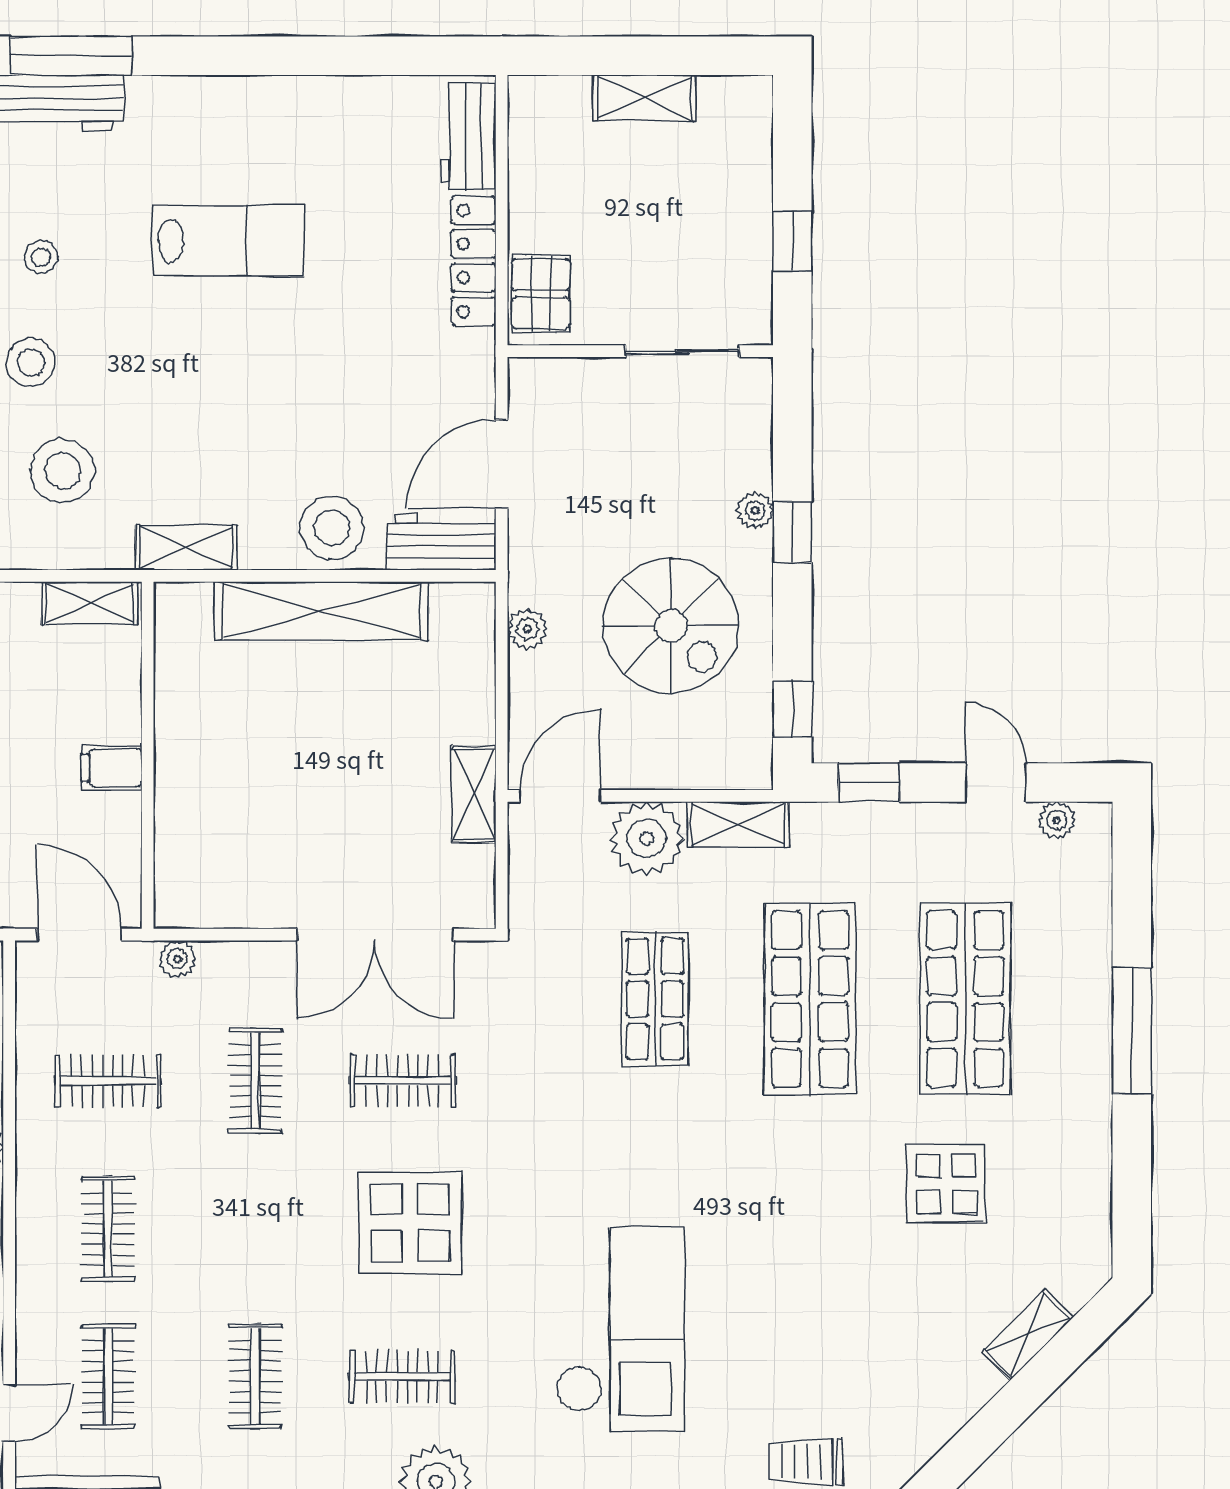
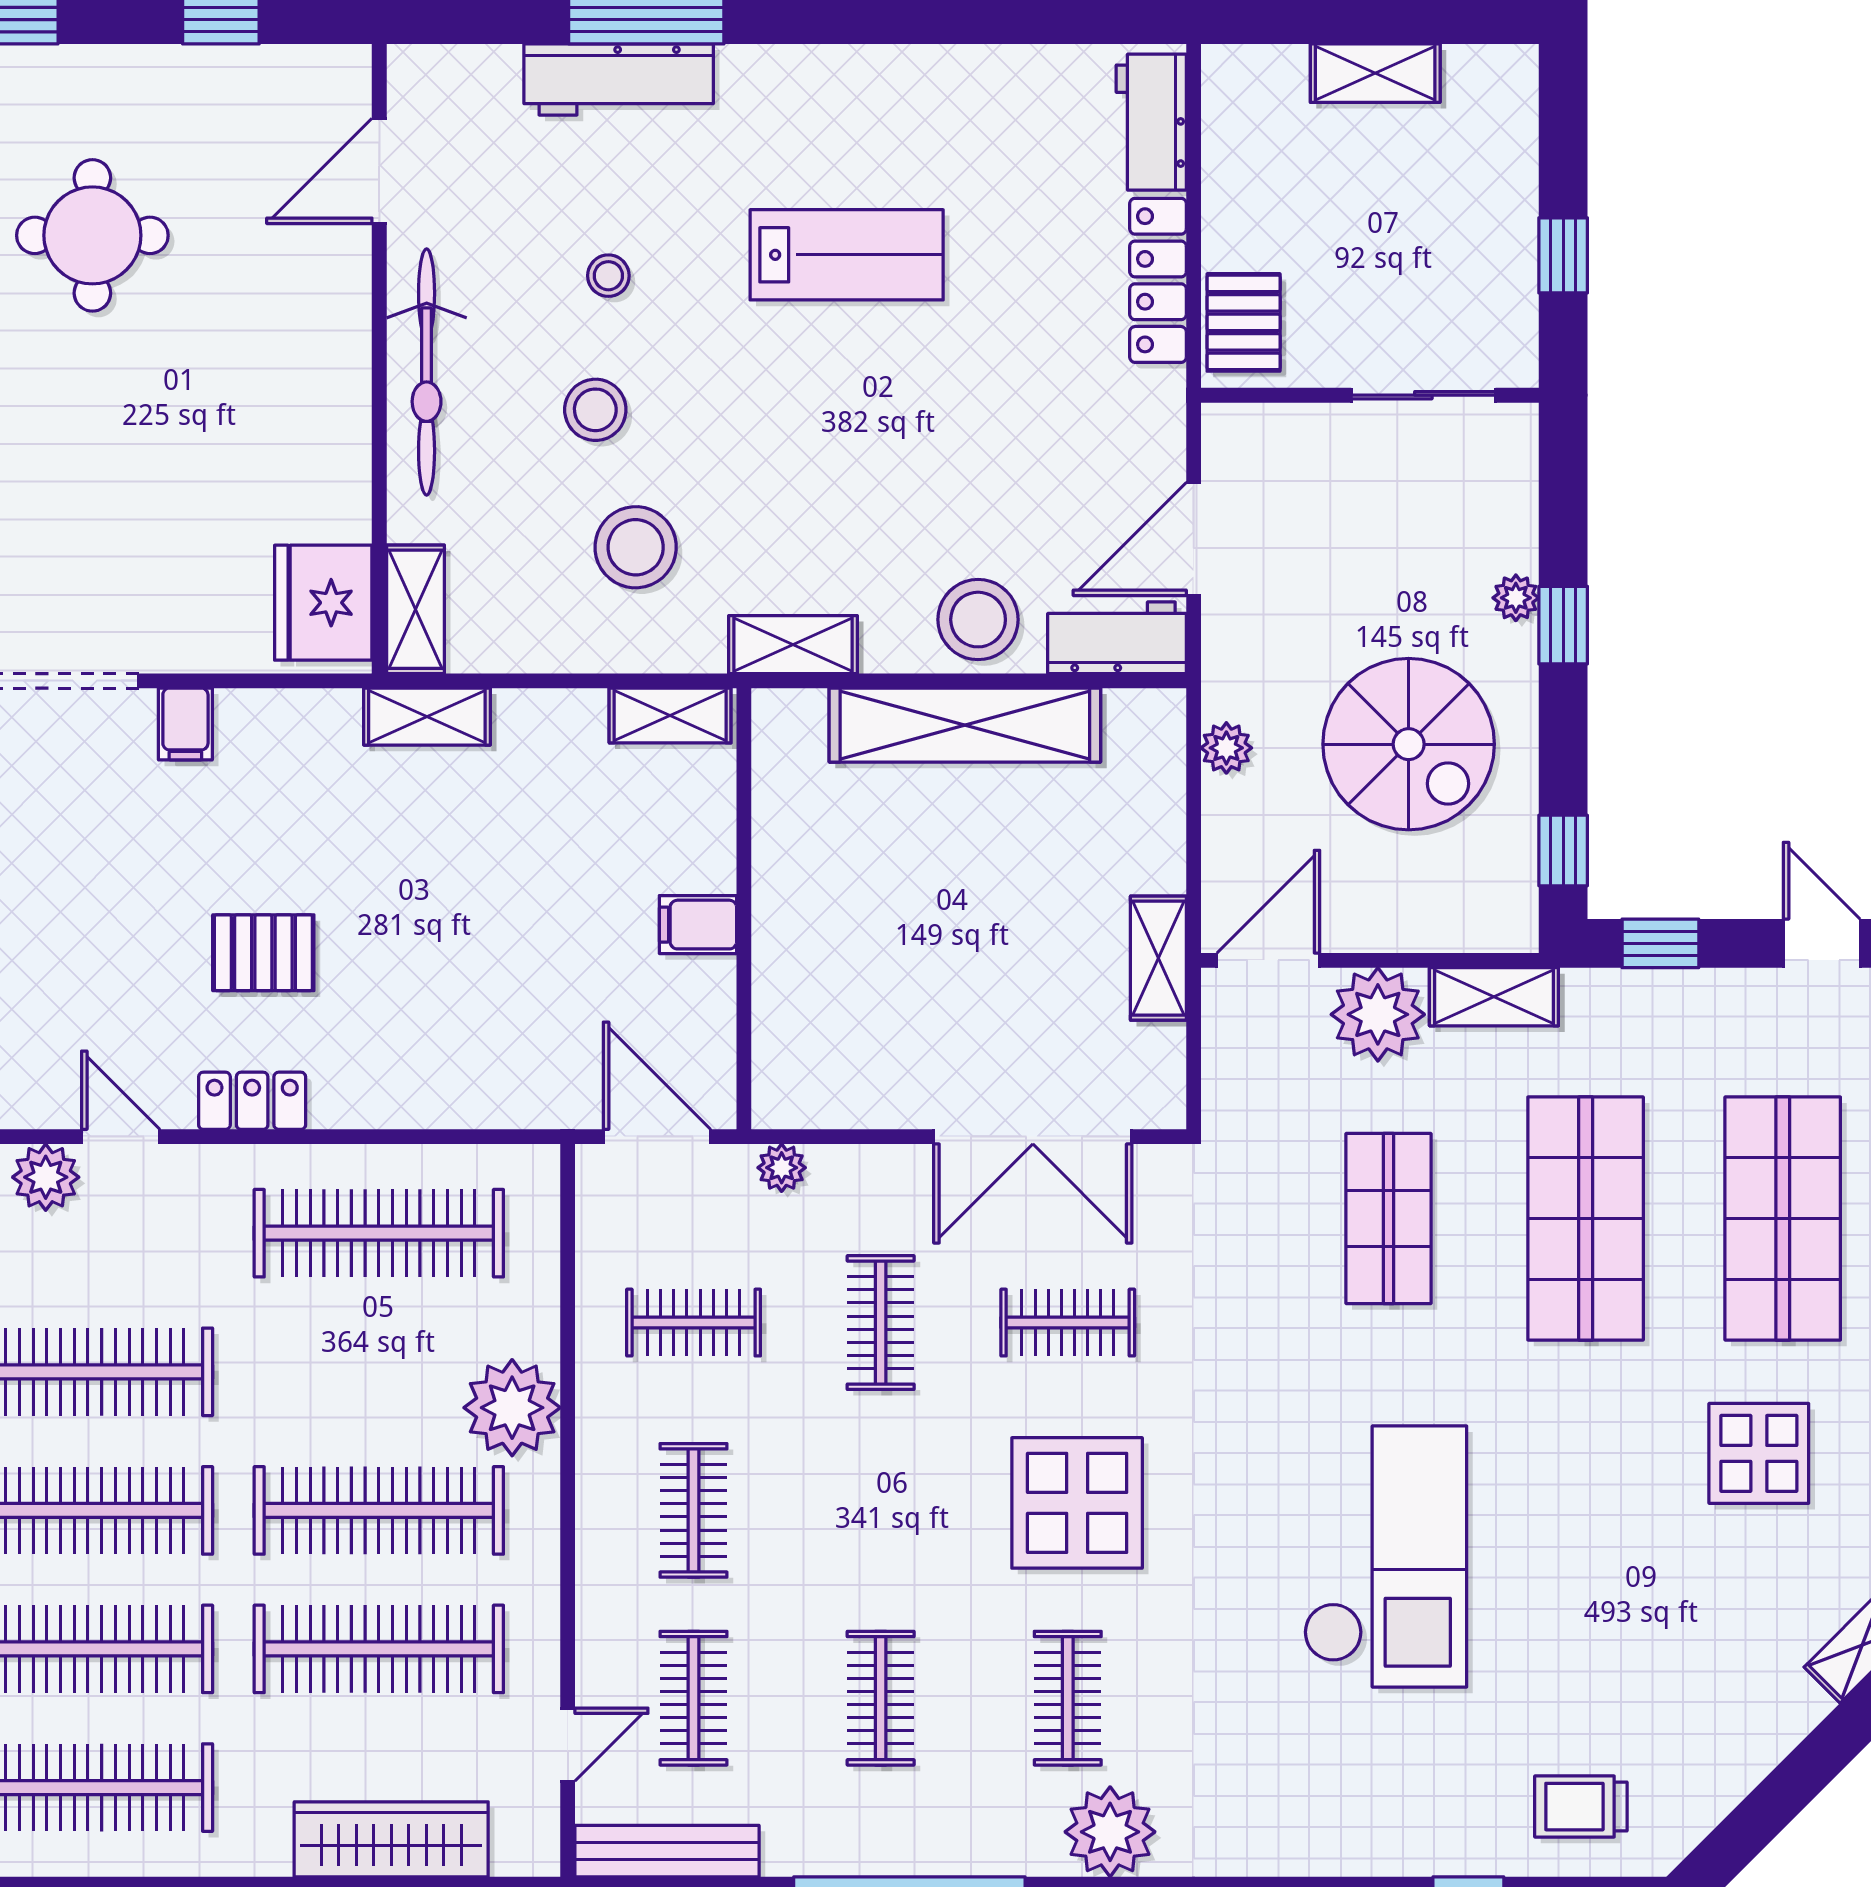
checkout: (620, 1329) -> (1385, 1557), moved
clothes rail: (403, 1376) -> (1068, 1698), turned 90

